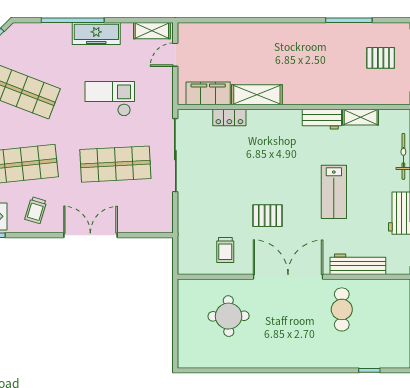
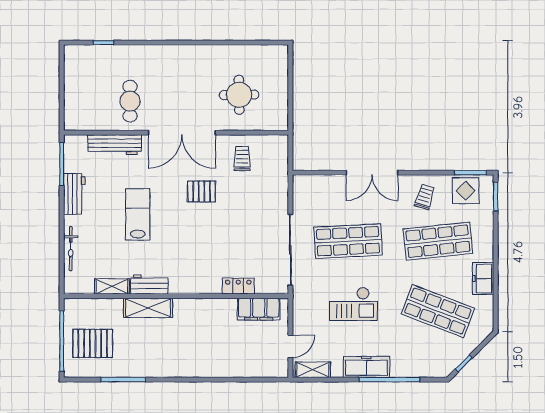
pallet: (381, 58) -> (93, 343), width x1.50, depth x1.42
shelving: (257, 95) -> (148, 308), moved

